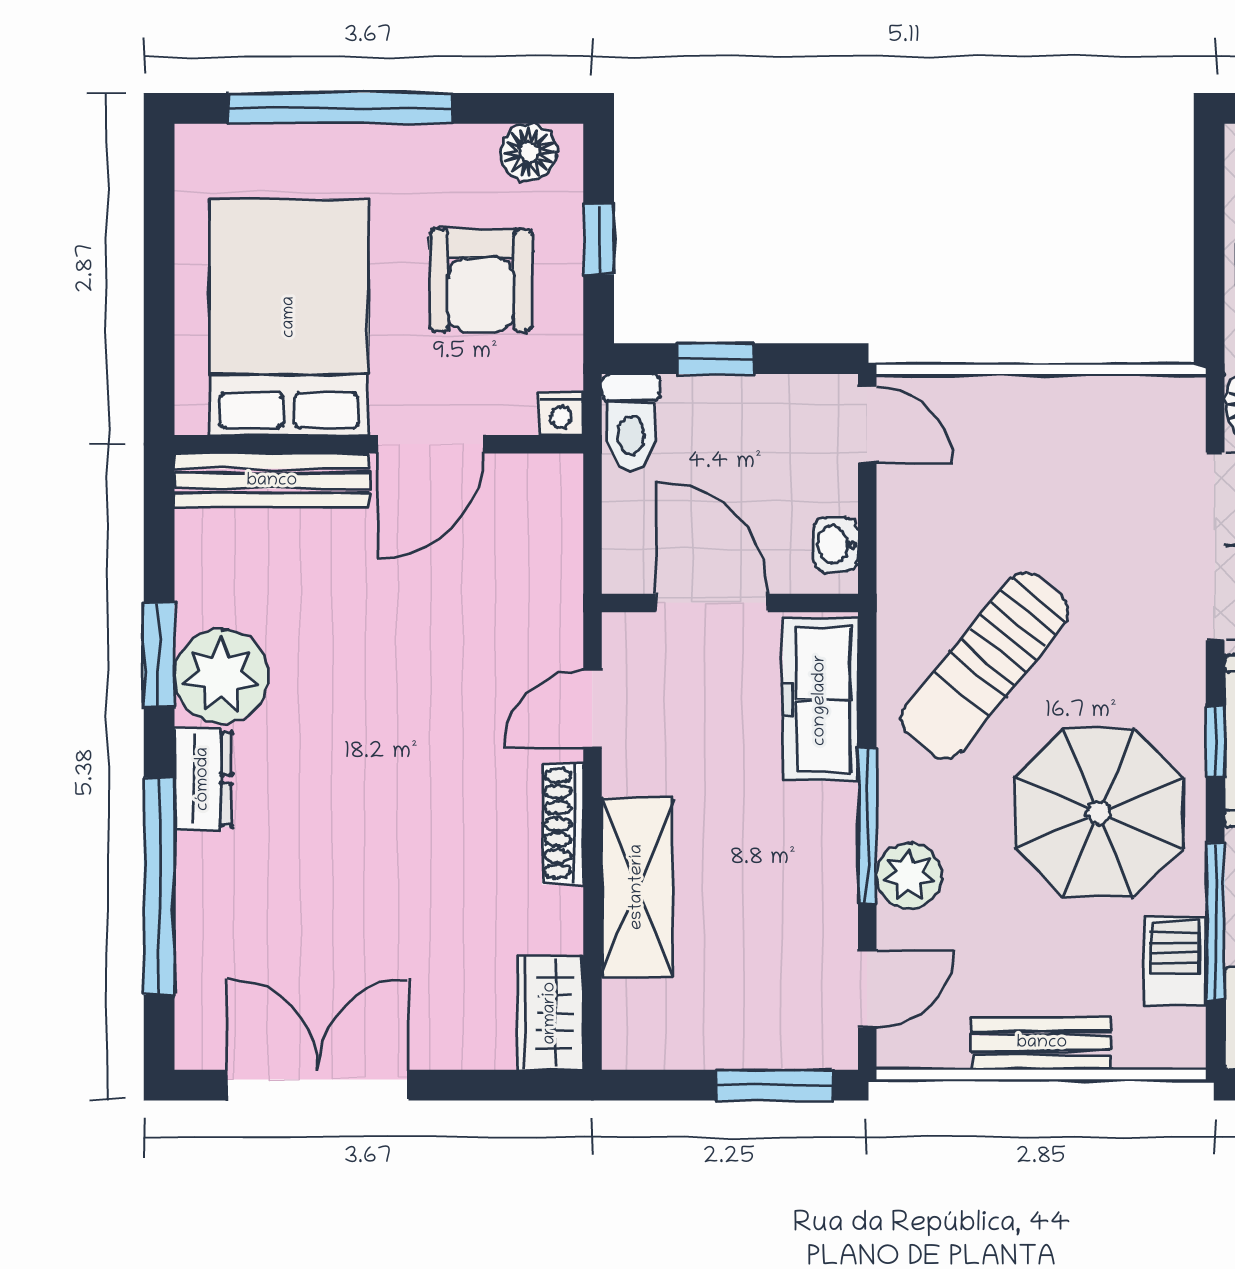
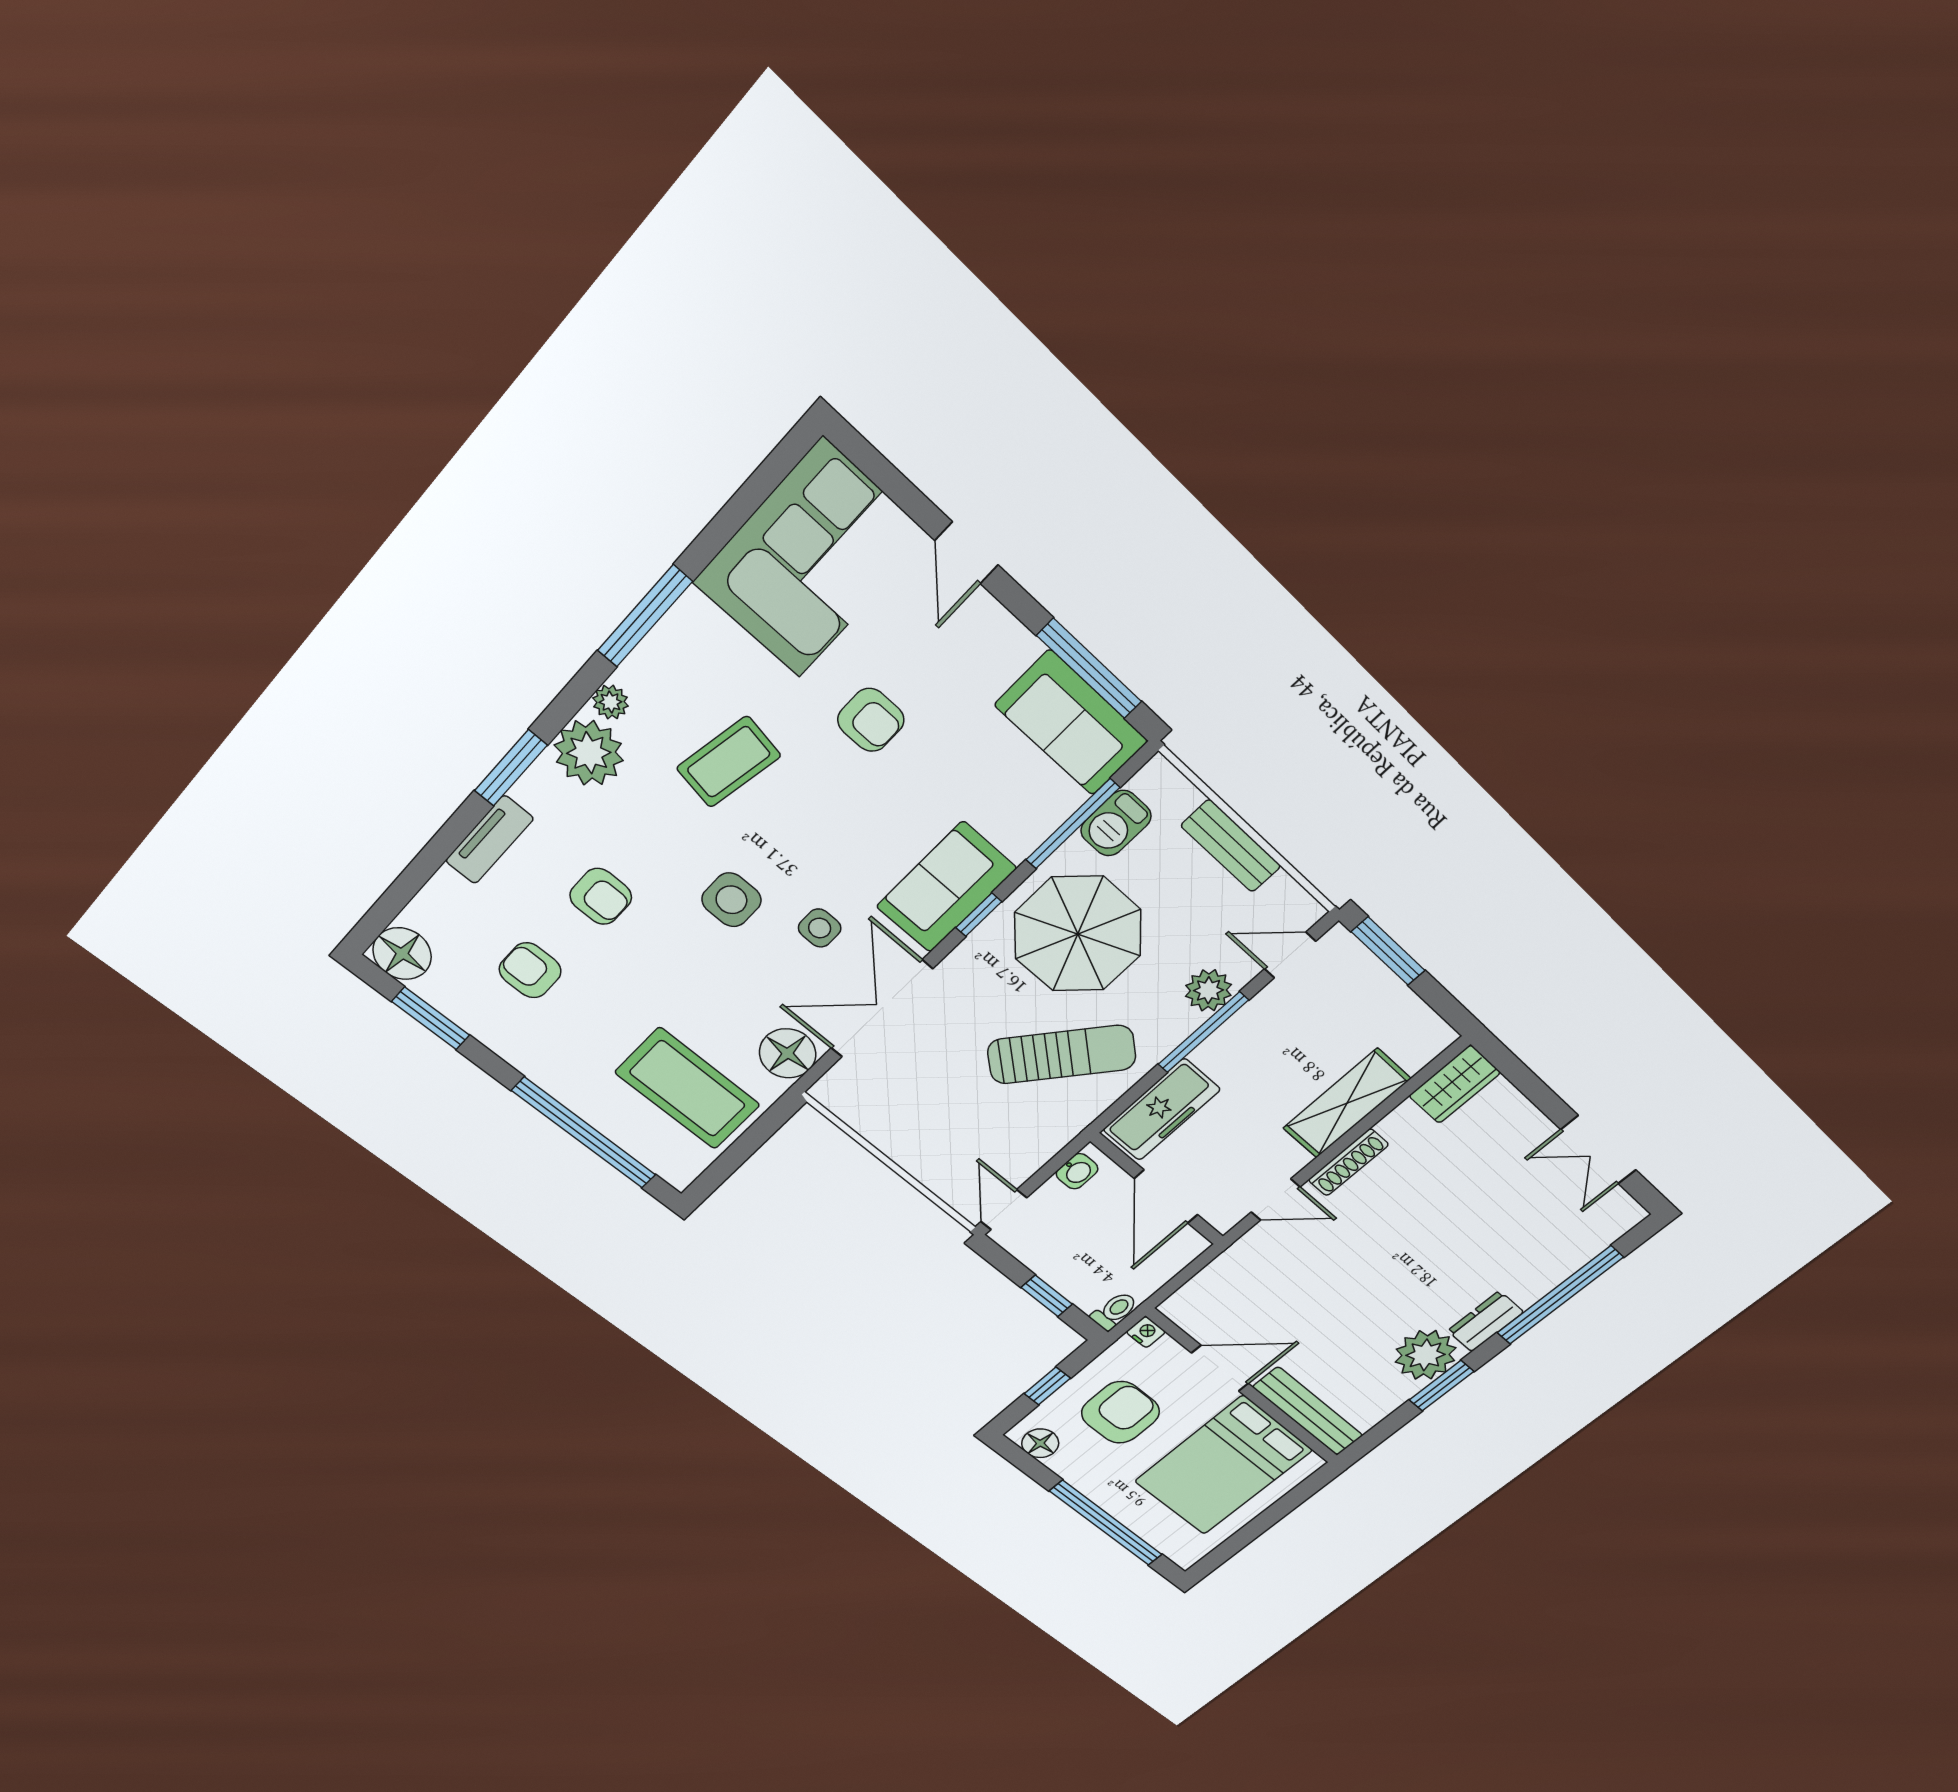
toilet: (631, 422) -> (1114, 1311), width x0.73, depth x0.72
double door: (317, 1085) -> (1598, 1150), width x0.73

